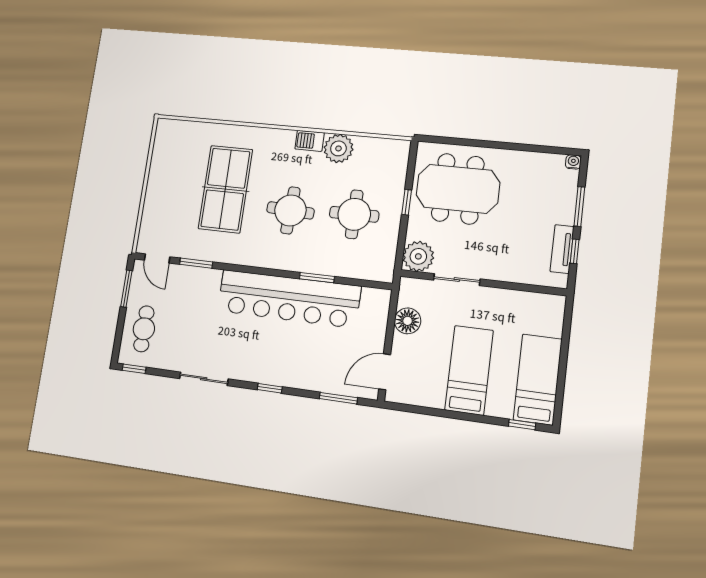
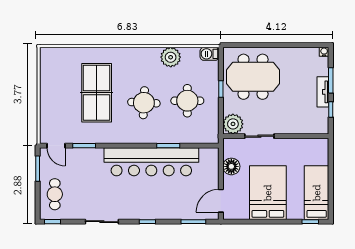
barbecue: (310, 141) -> (209, 54), moved
tv unit: (562, 249) -> (323, 92), moved
bed: (469, 370) -> (268, 193), width x1.50

